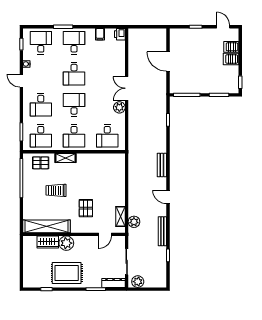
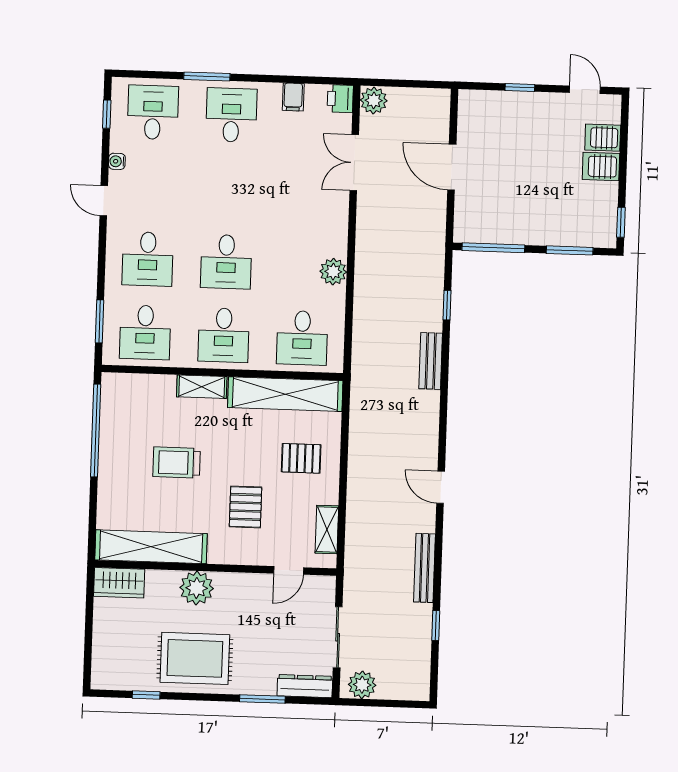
desk: (74, 74) -> (229, 188), removed
double door: (127, 88) -> (354, 163), moved
desk: (74, 105) -> (226, 262), turned 180
shelving: (101, 160) -> (285, 394), added
pallet: (41, 163) -> (301, 458), moved
bench: (162, 165) -> (431, 361), moved
plant: (134, 222) -> (374, 100), moved
wardrobe: (48, 242) -> (119, 583), moved

